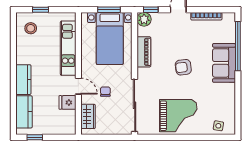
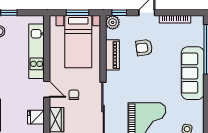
sofa: (224, 63) -> (193, 73), width x1.36
armchair: (183, 67) -> (144, 48), moved
fridge: (68, 102) -> (36, 117), moved

